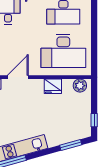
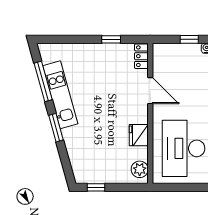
window: (71, 145) -> (56, 128), moved

